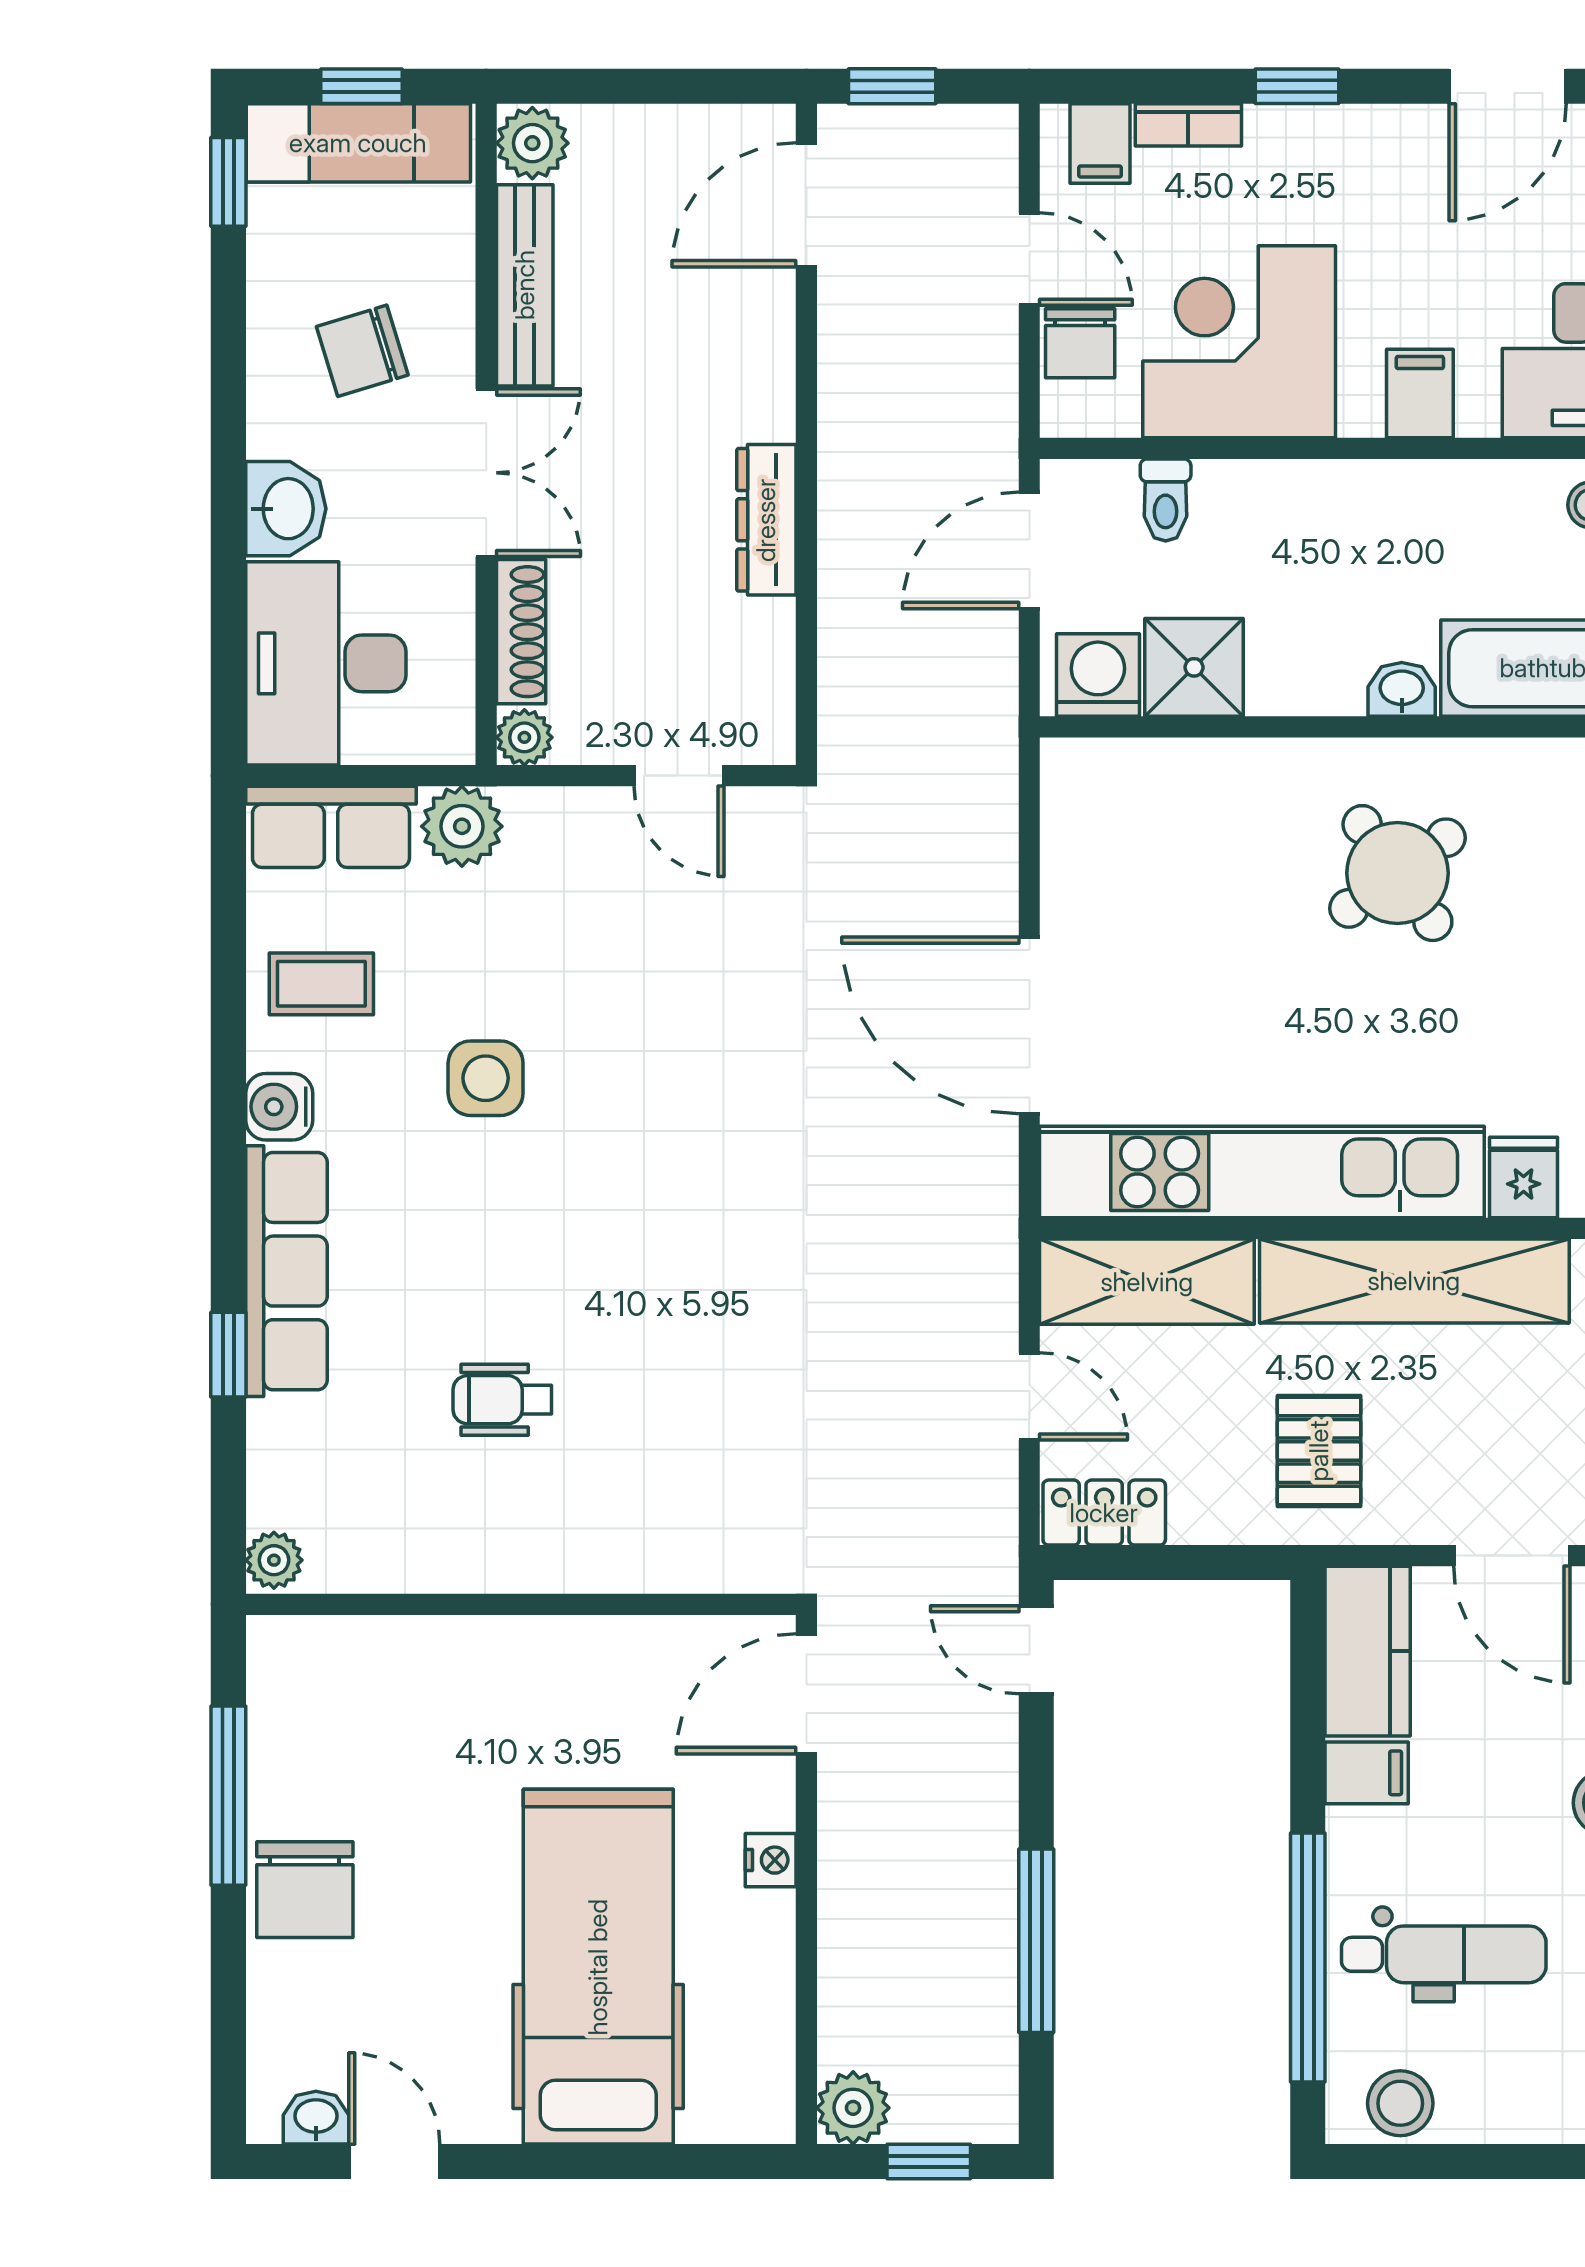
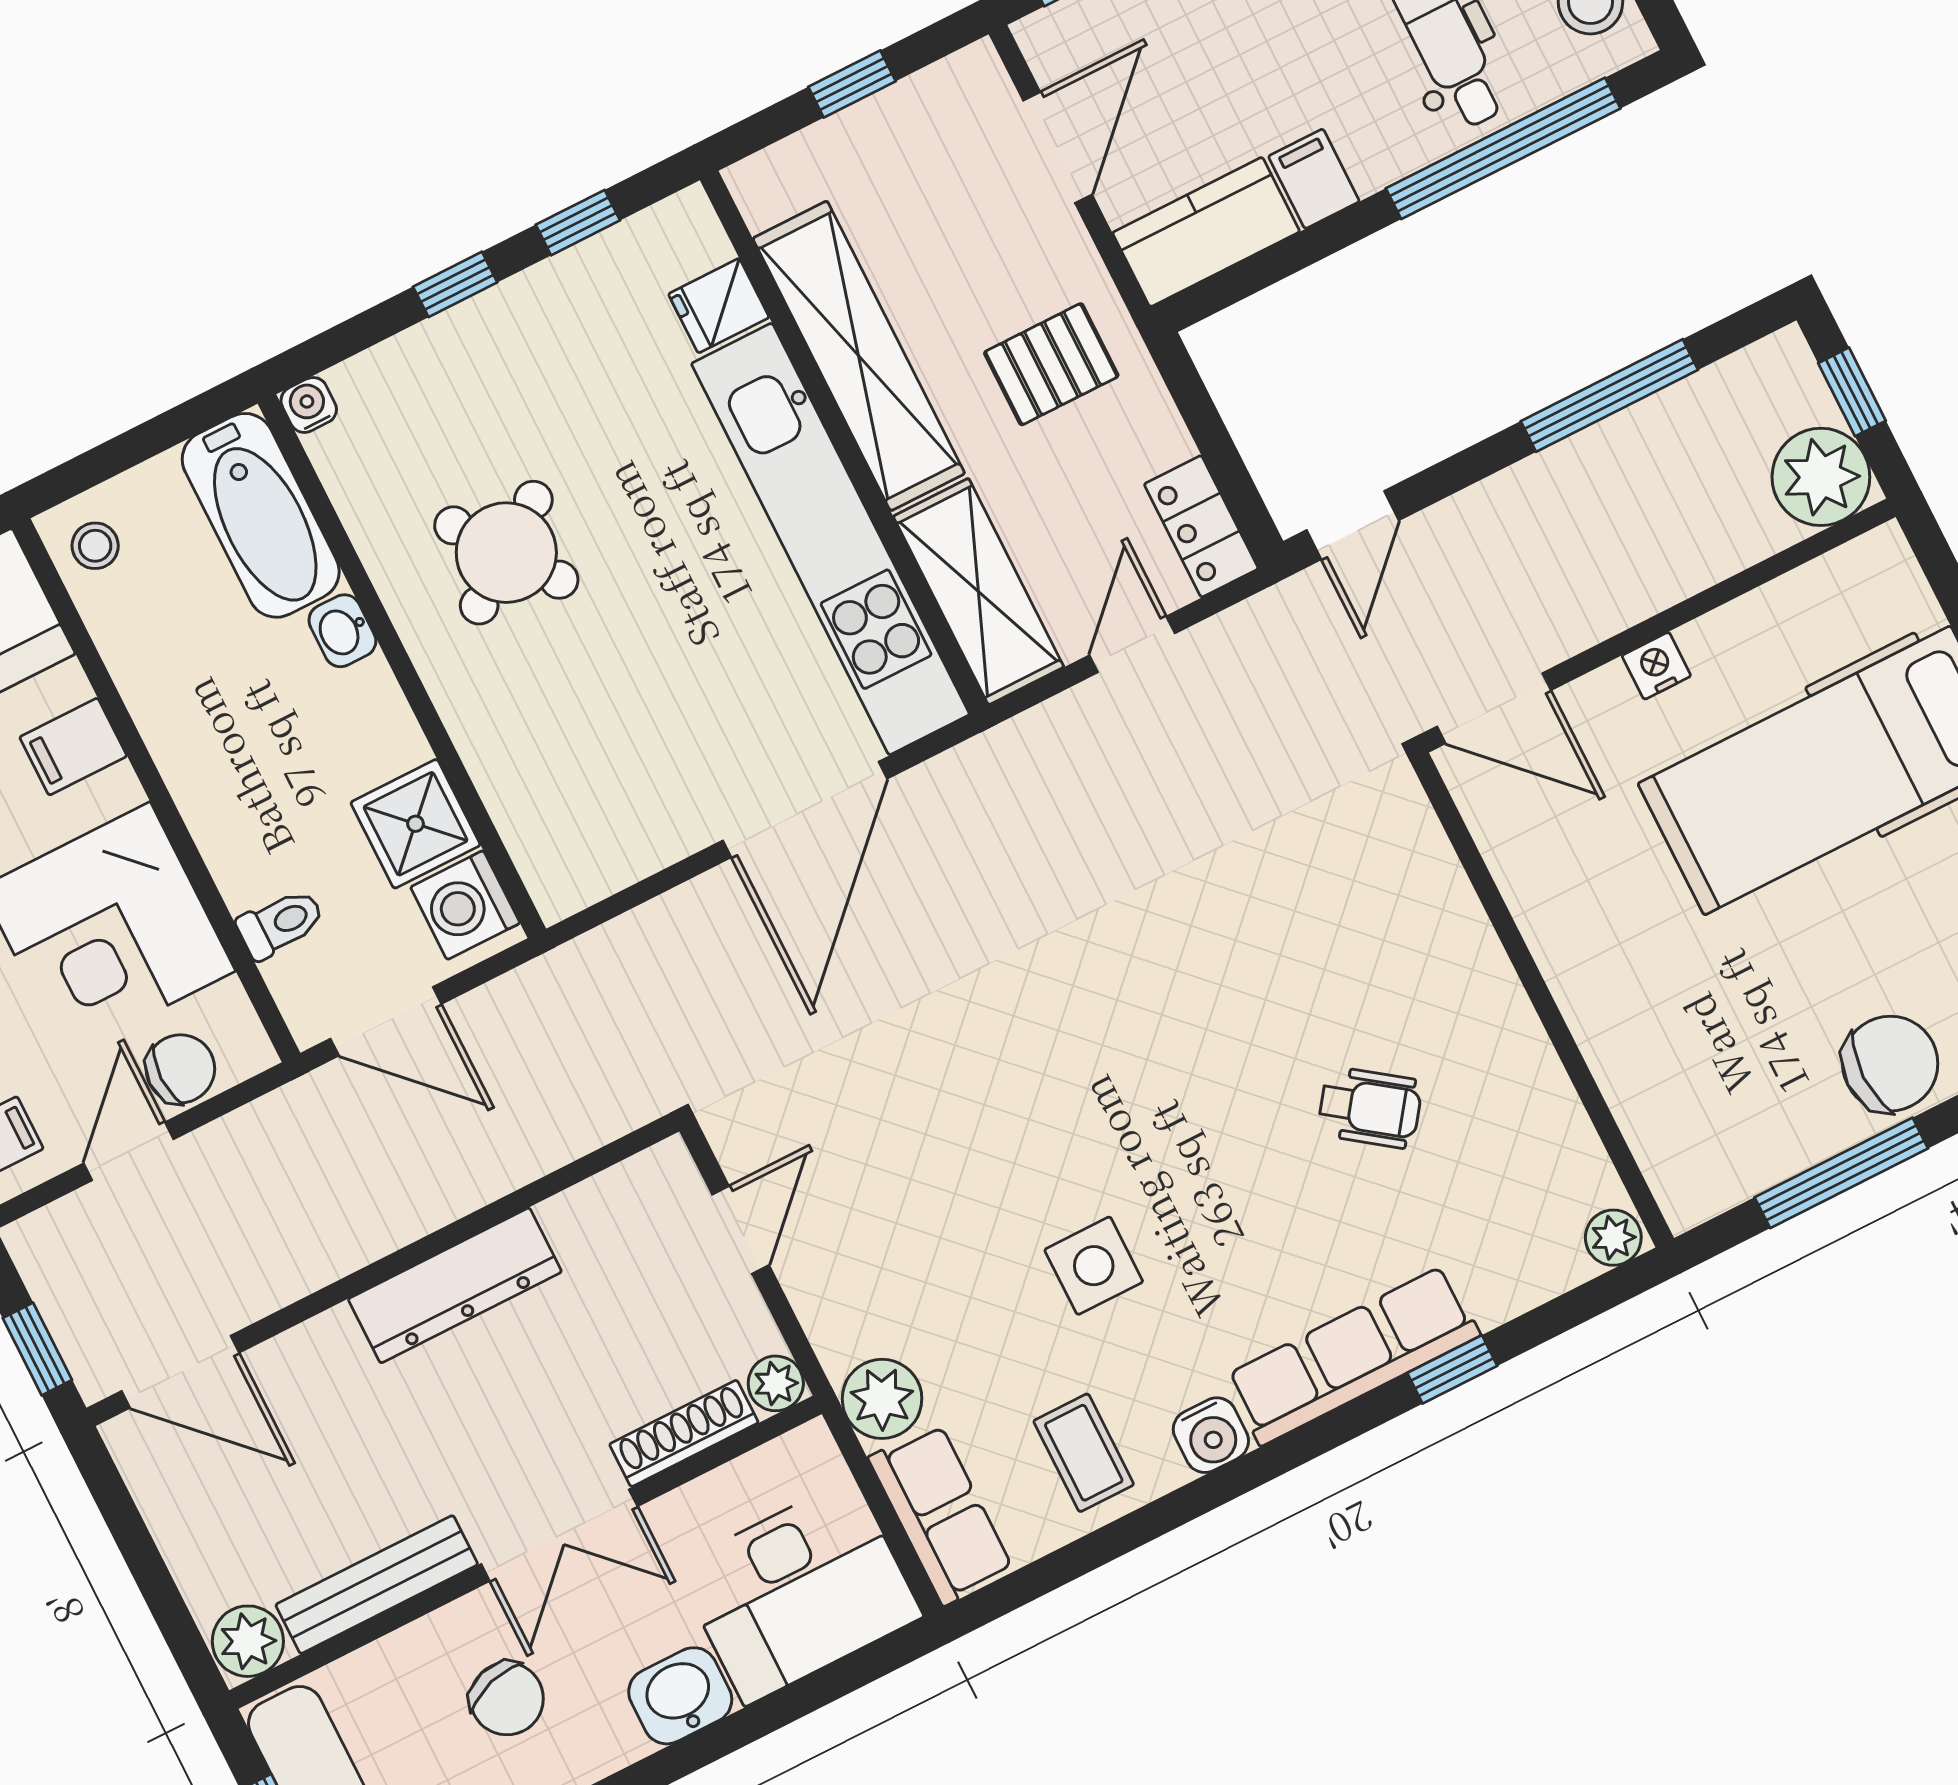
double door: (486, 473) -> (559, 1535), swing flipped
dresser: (766, 520) -> (455, 1285), width x1.37, depth x1.24
wheelchair: (502, 1400) -> (1370, 1108), turned -54
plant: (853, 2108) -> (1821, 477), width x1.36, depth x1.36

